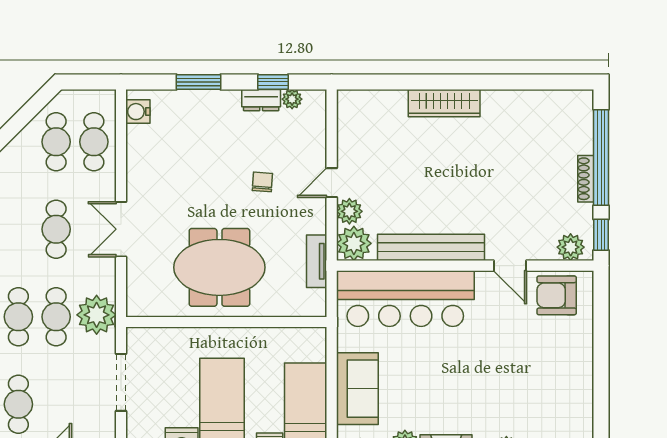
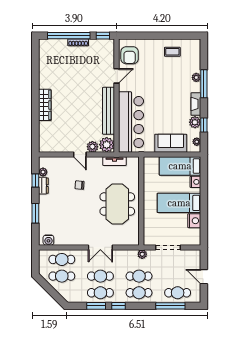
cafe table: (18, 229) -> (100, 293), added
plant: (571, 247) -> (108, 49), removed
plant: (97, 315) -> (142, 254), width x0.53, depth x0.53
coffee table: (565, 392) -> (172, 52), added

